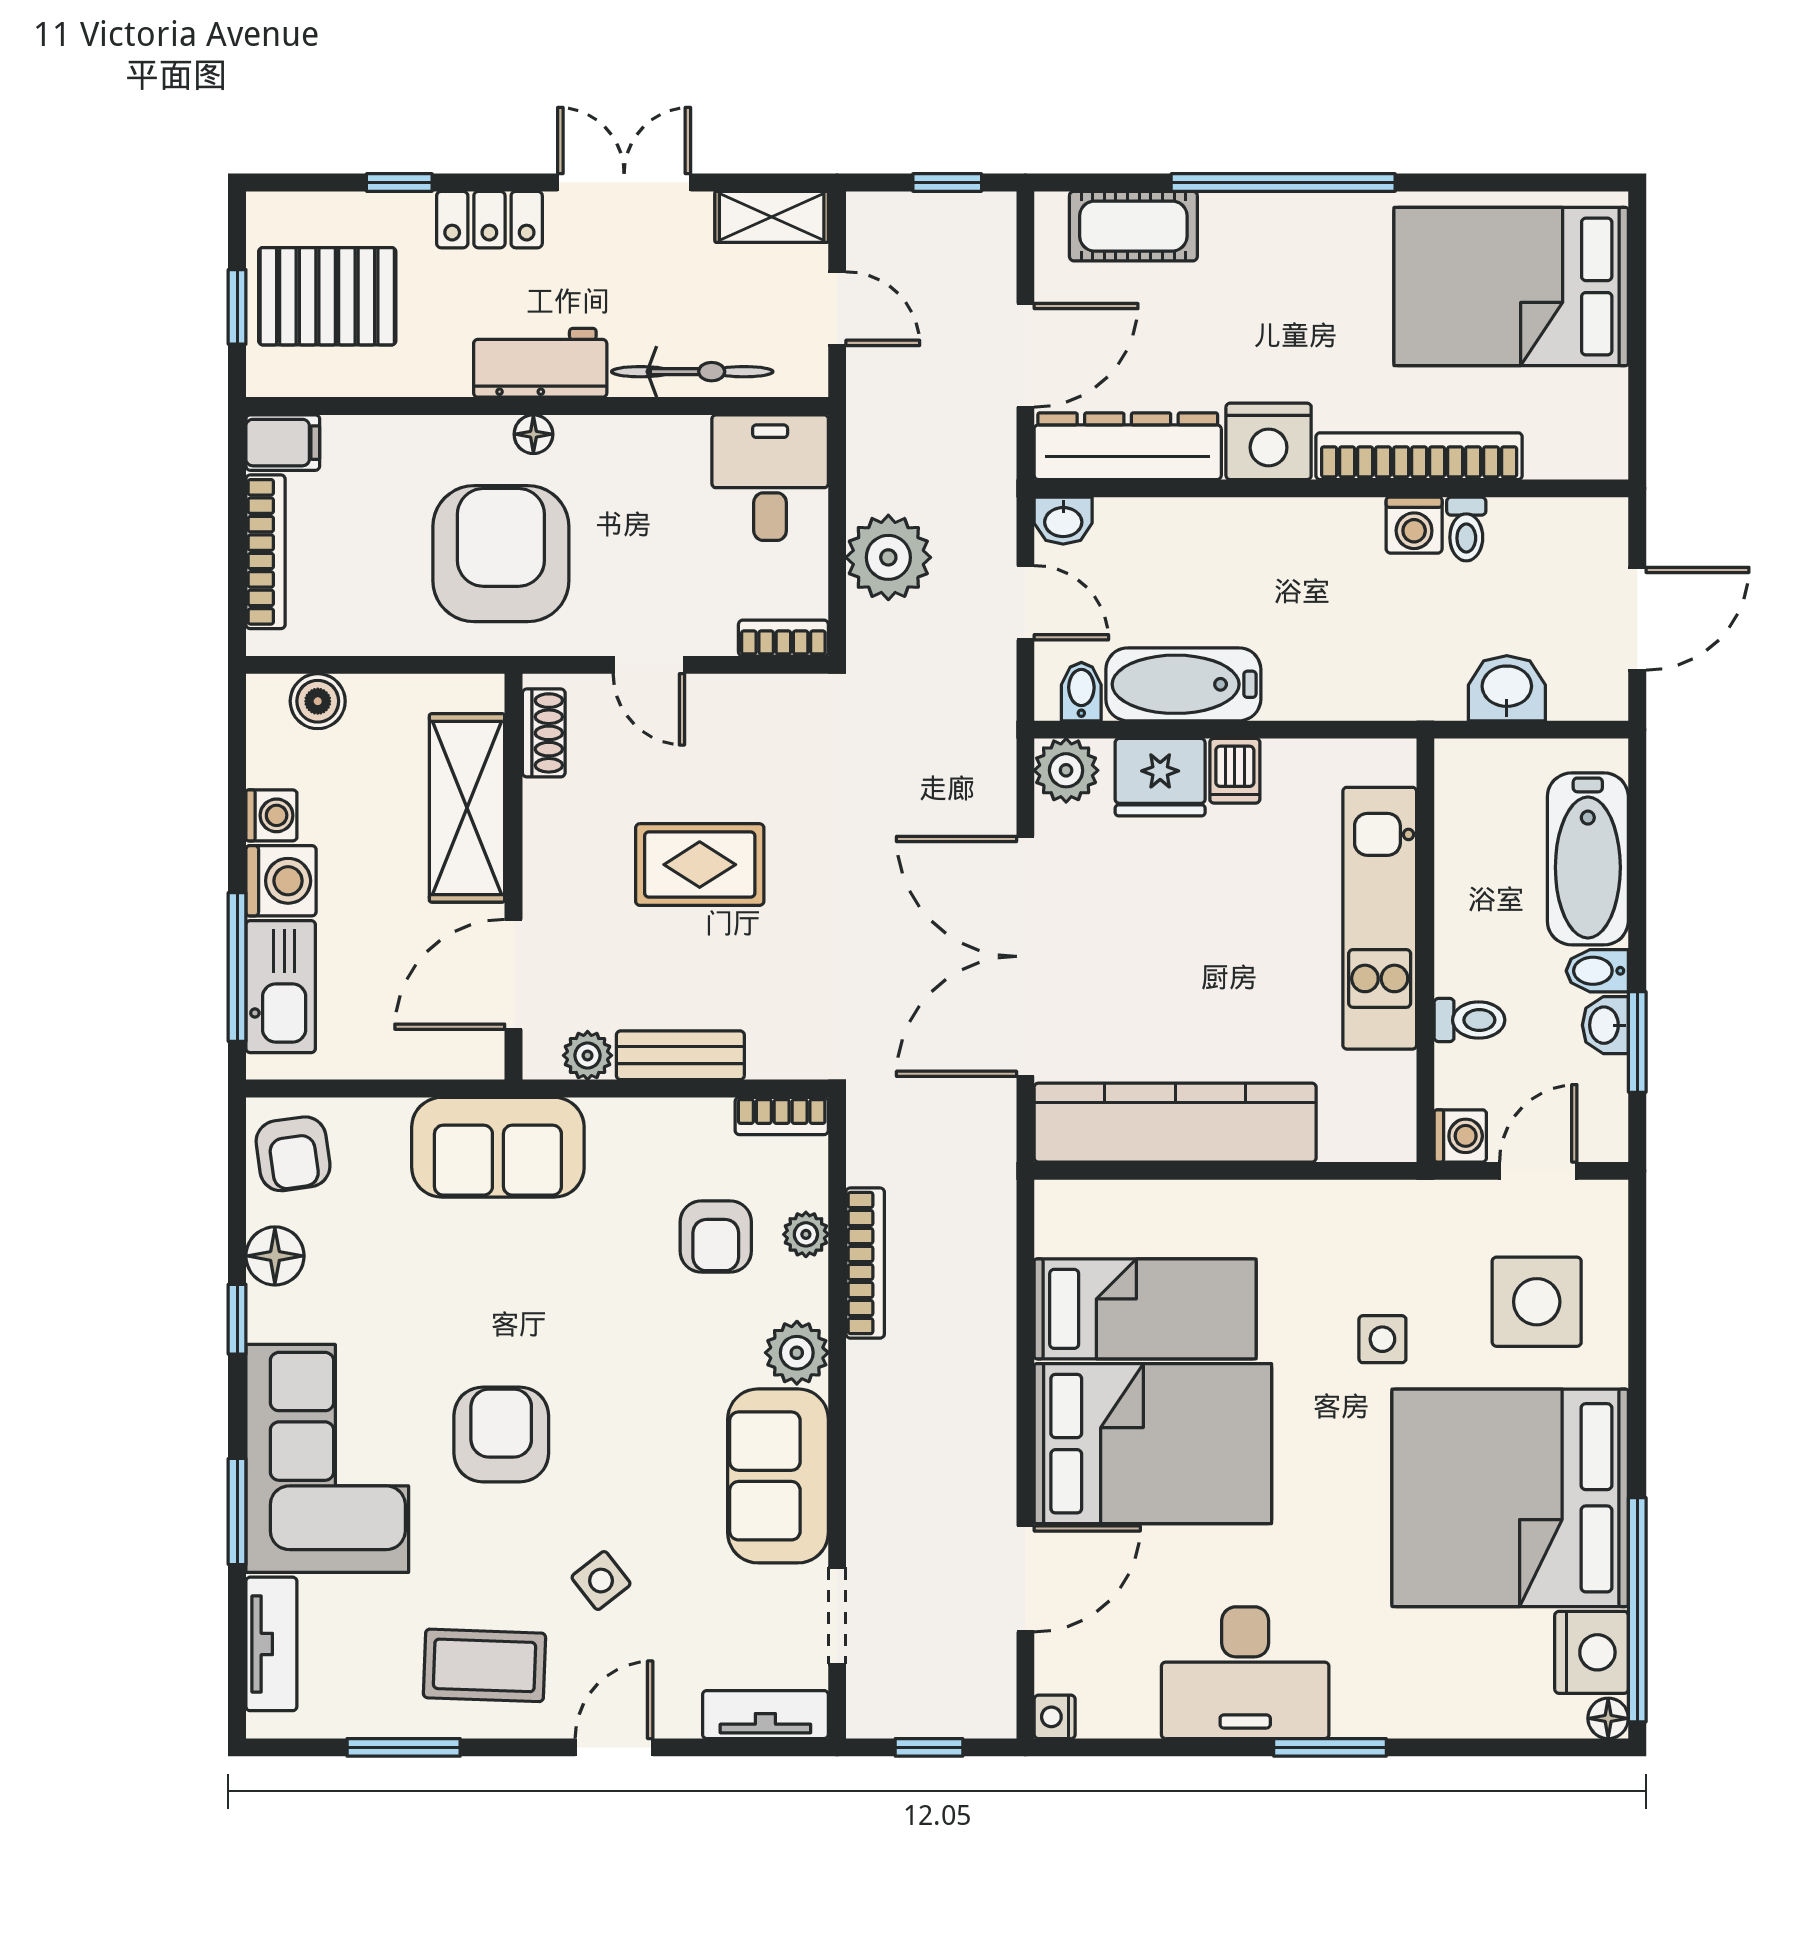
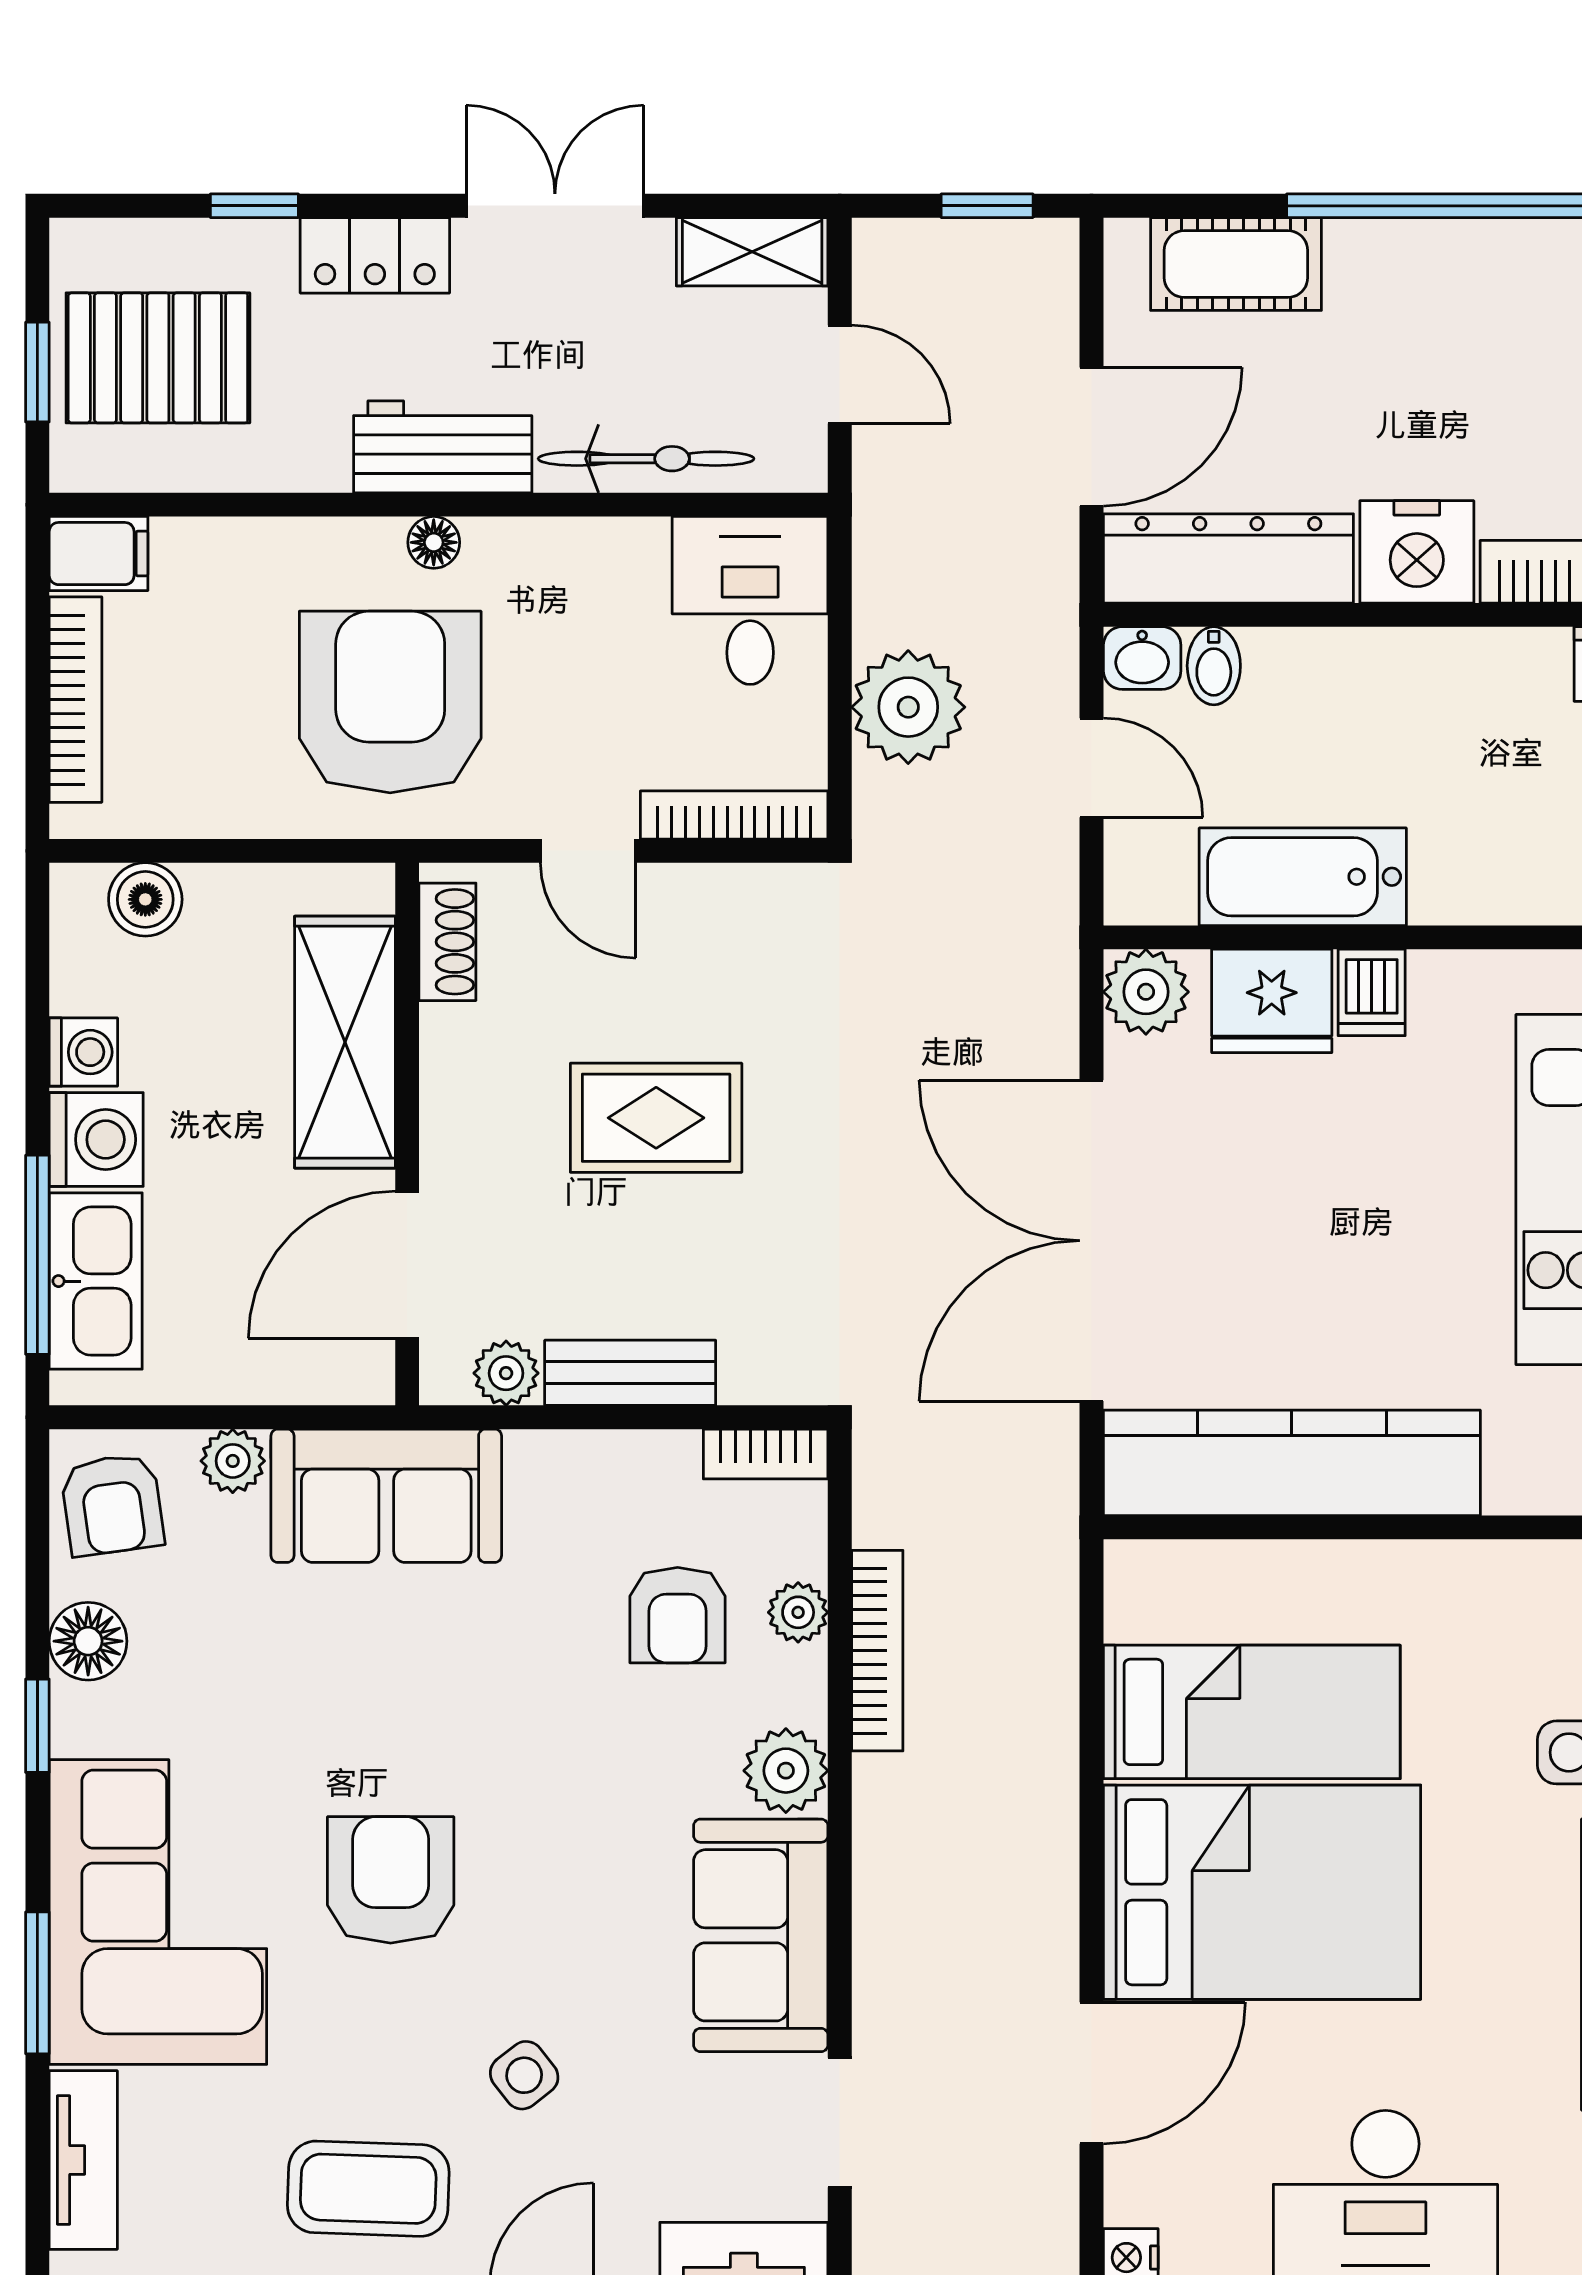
bookcase: (783, 638) -> (734, 815), width x1.56
bidet: (1081, 692) -> (1214, 666), moved, turned 180
plant: (383, 1121) -> (233, 1461), added

